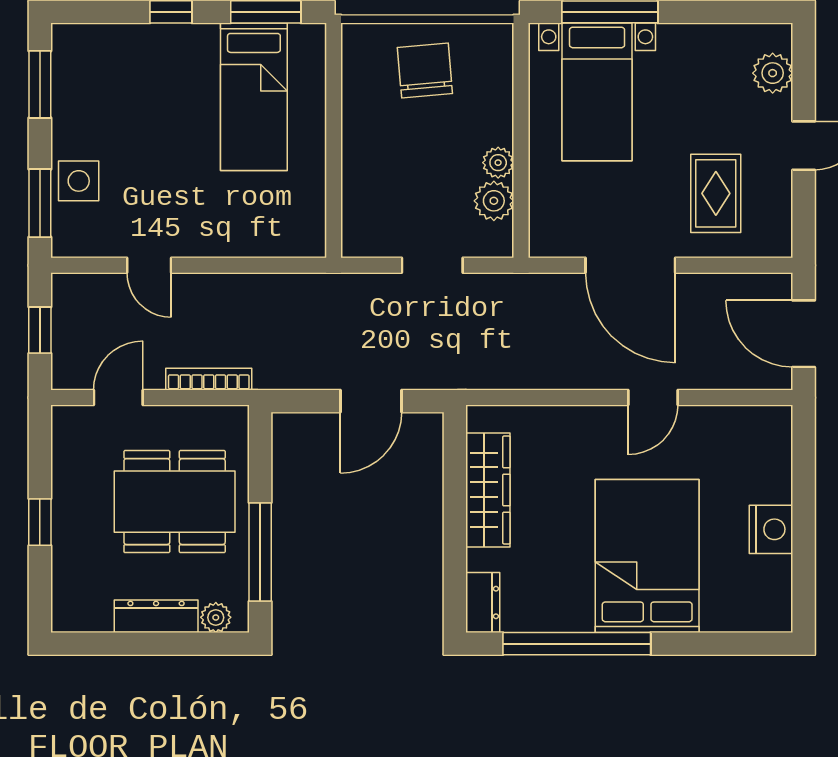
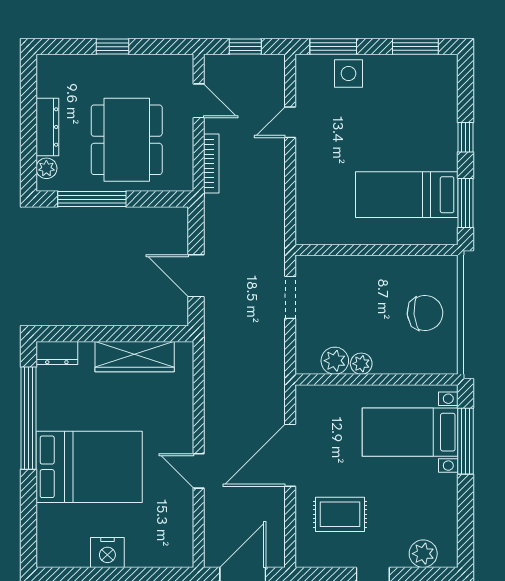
doorway: (432, 265) -> (290, 297), moved

